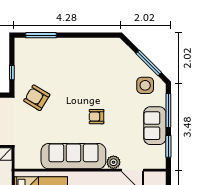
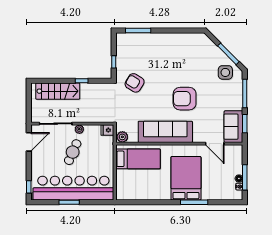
armchair: (97, 117) -> (185, 99), width x1.88, depth x1.88
sofa: (155, 126) -> (233, 127), moved
plant: (113, 162) -> (122, 137), moved

